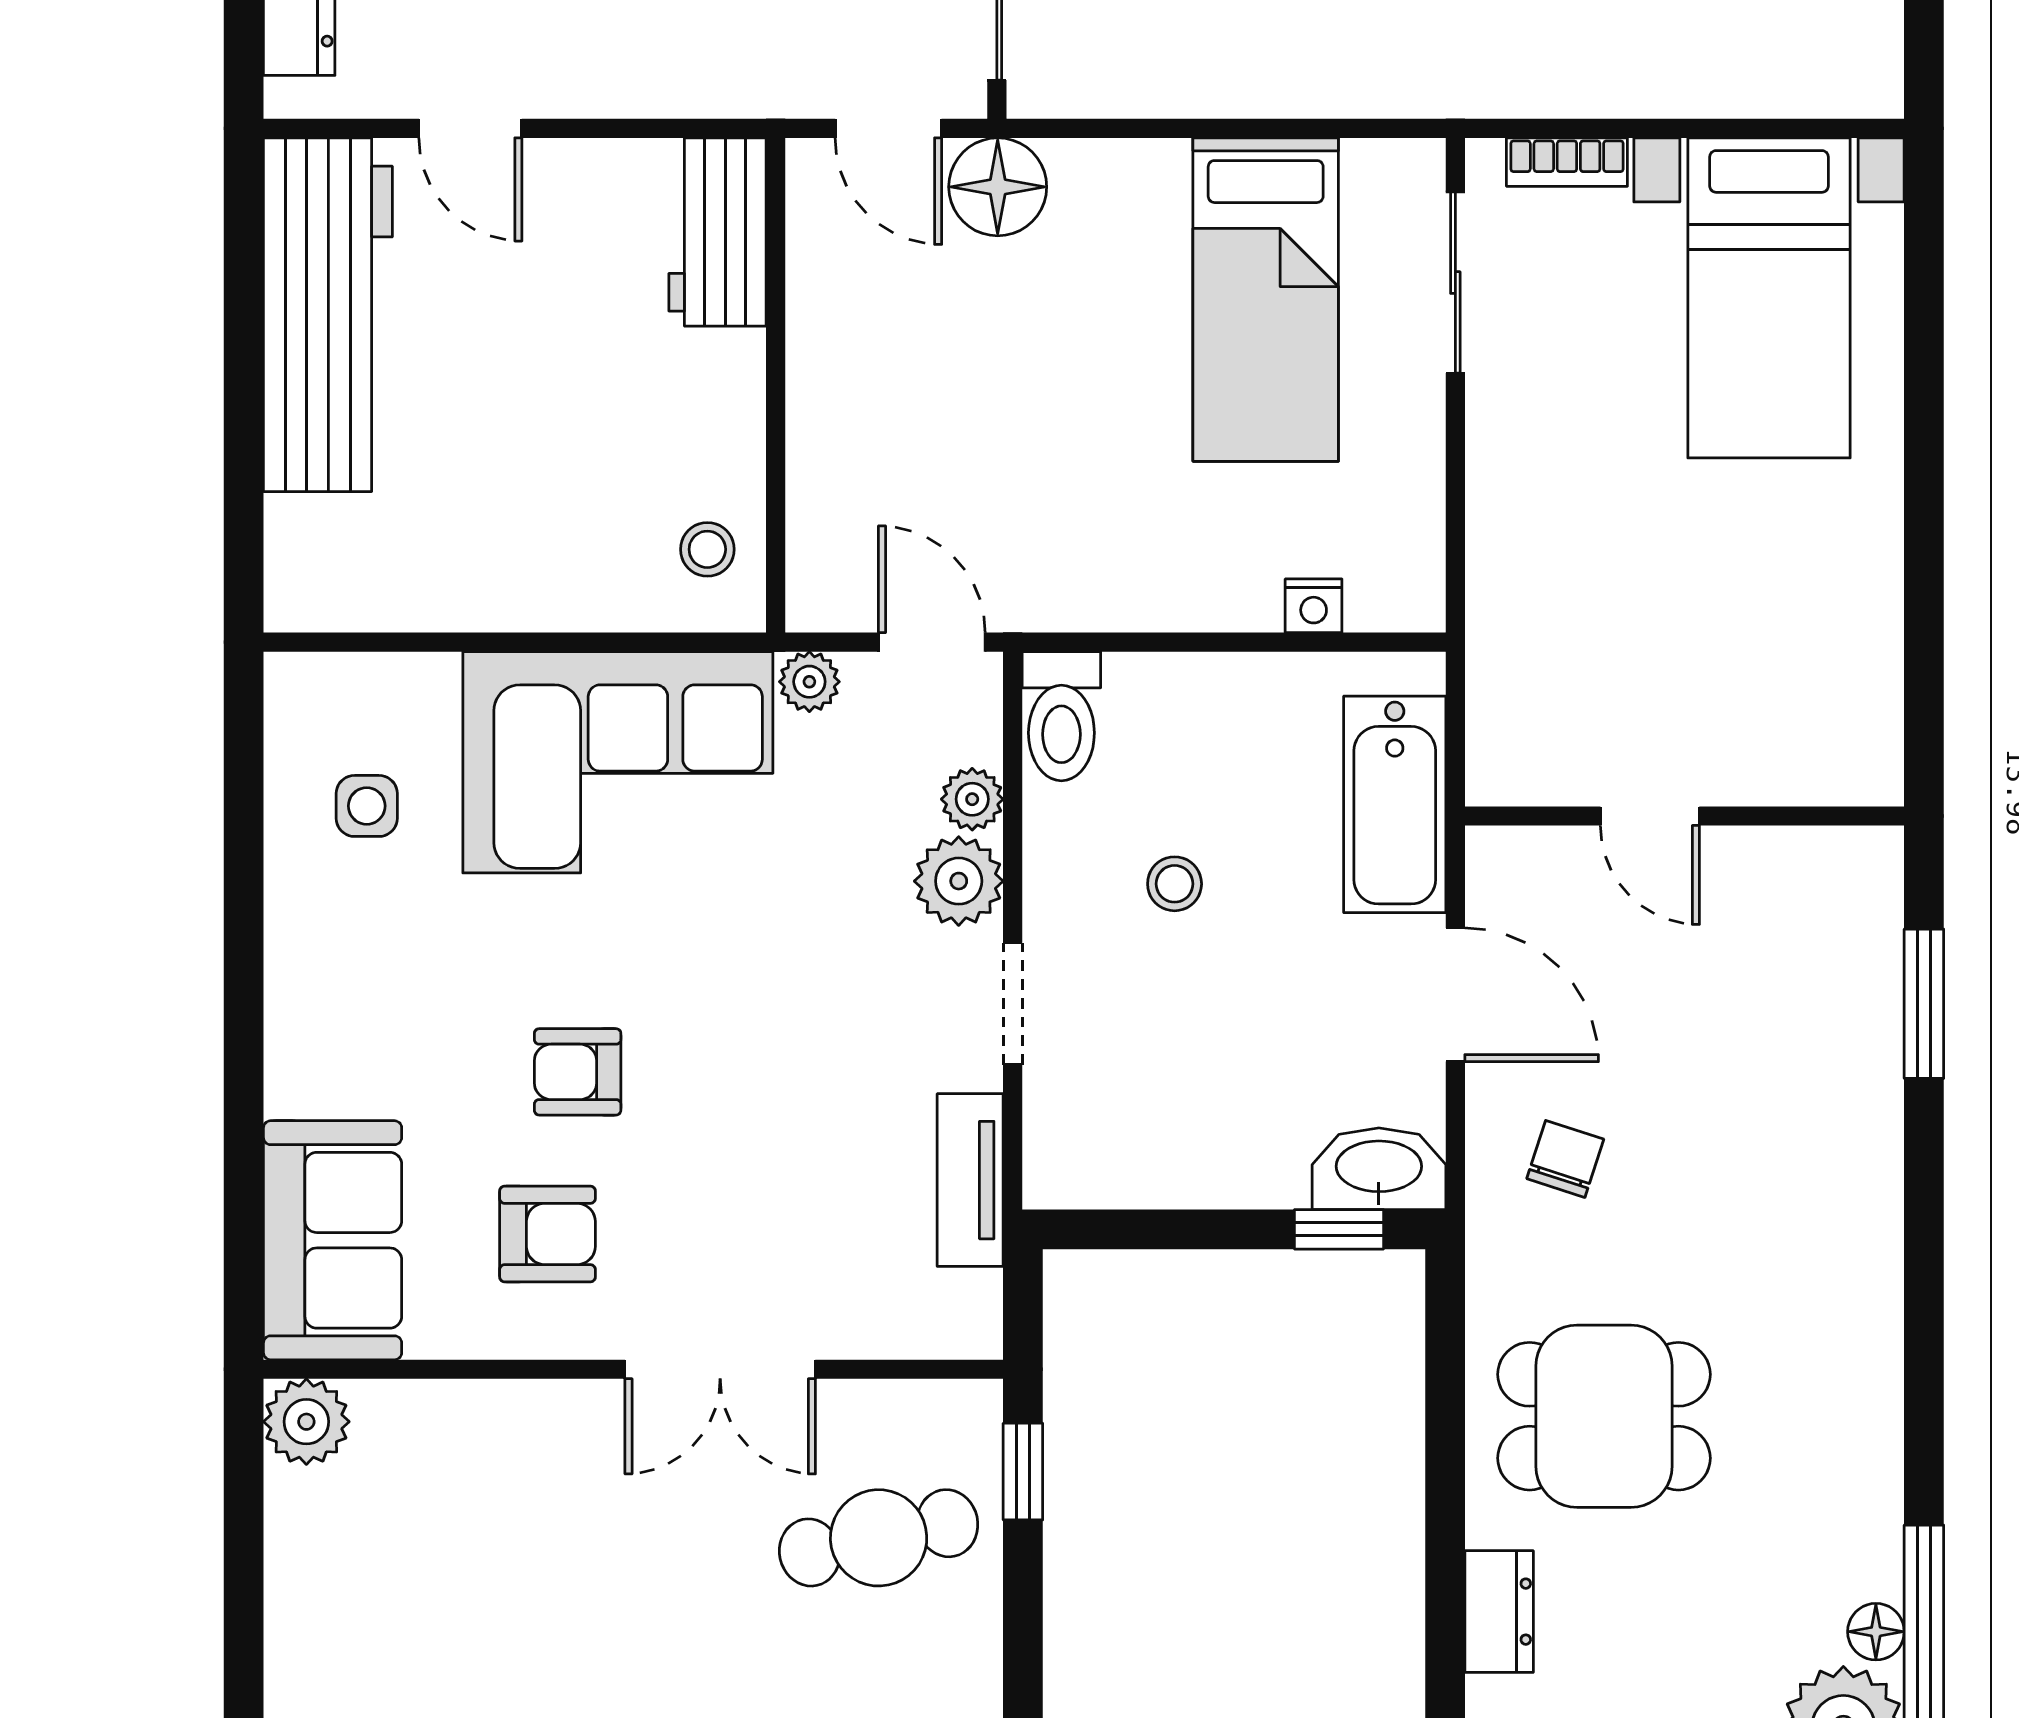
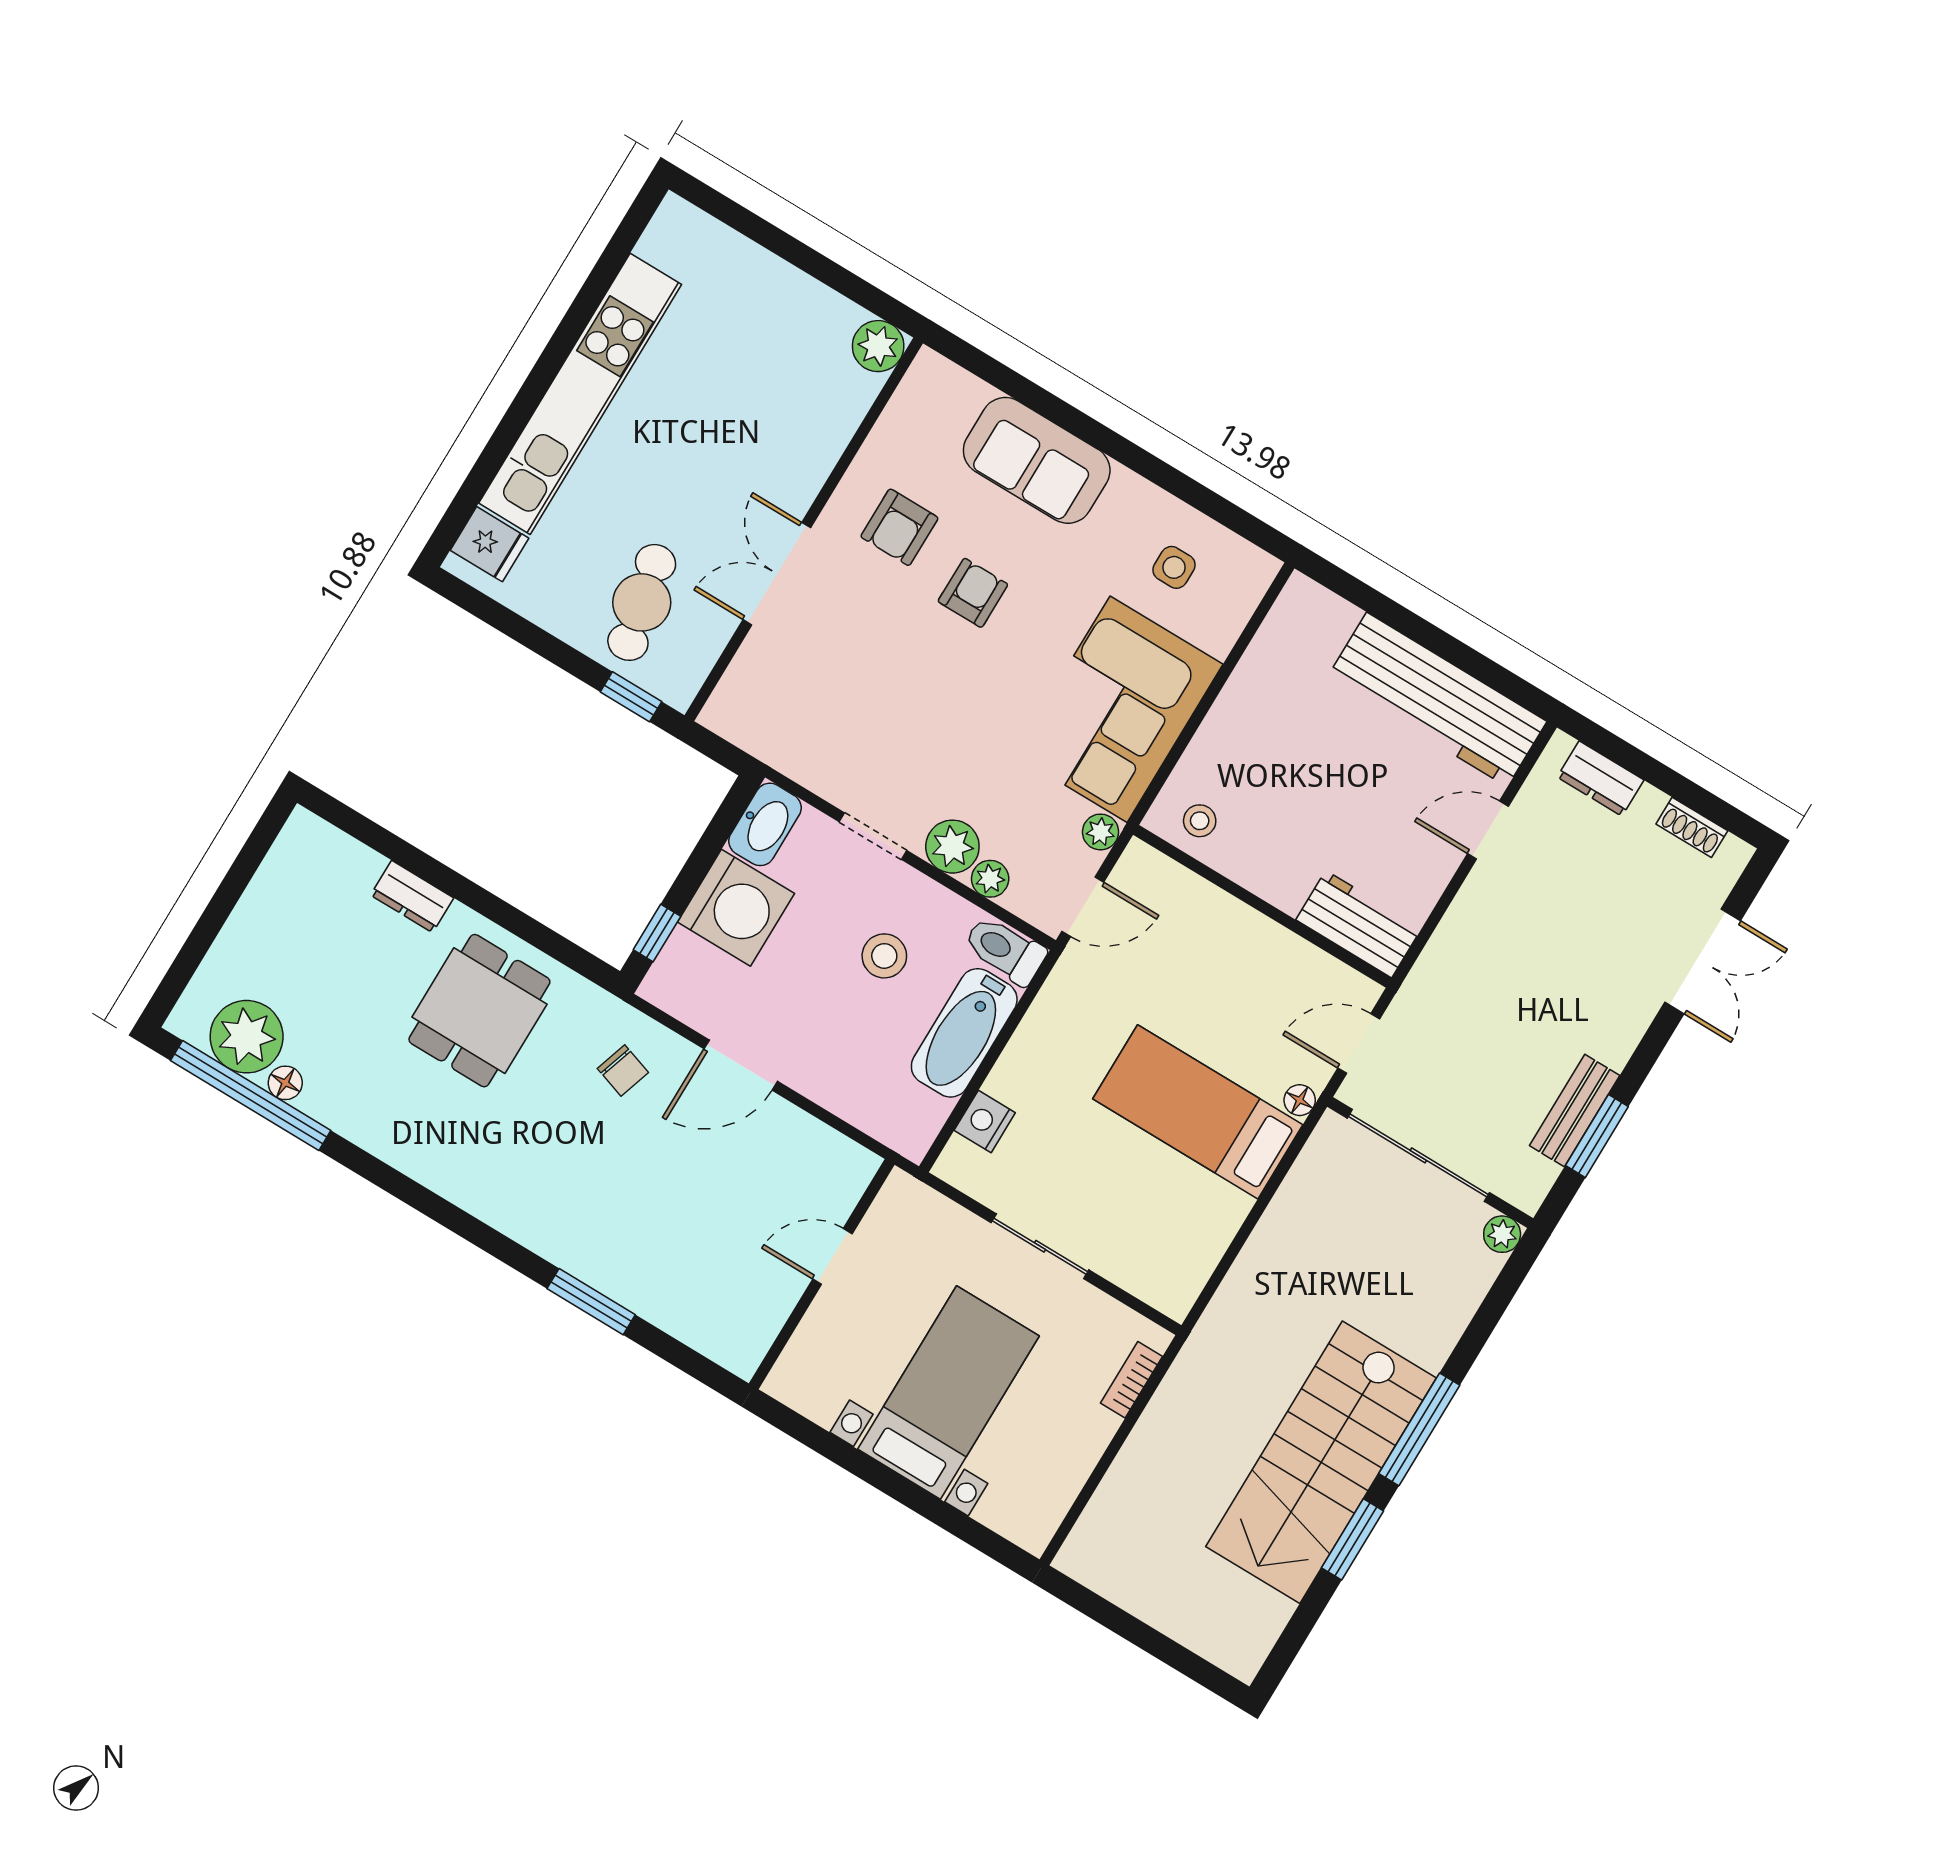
floor lamp: (998, 187) -> (1300, 1100), width x0.53, depth x0.53
sliding door: (1455, 283) -> (1040, 1246), moved
bed with nightstands: (1769, 298) -> (948, 1393), moved, turned 90
bed: (1266, 300) -> (1198, 1112), moved
nightstand: (1314, 606) -> (985, 1122), width x1.39, depth x1.35
bathtub: (1395, 804) -> (964, 1033), moved, turned -90
door: (1650, 816) -> (832, 1256), moved
wall: (1684, 816) -> (822, 1274), moved
stool: (1175, 884) -> (884, 956), width x1.37, depth x1.37
washing machine: (1234, 1138) -> (736, 908), added
washbasin: (1379, 1169) -> (765, 824), moved
tv unit: (970, 1180) -> (796, 760), removed
sofa: (333, 1240) -> (1037, 460), moved

